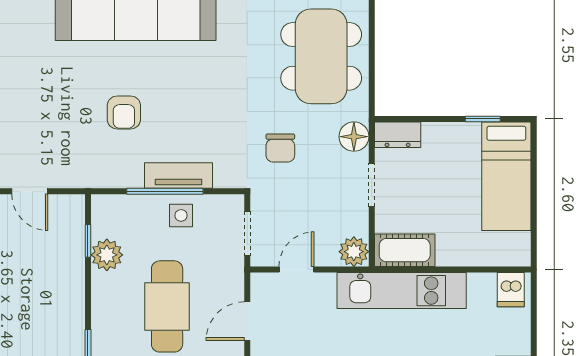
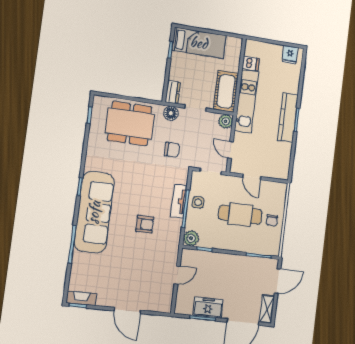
cot: (405, 250) -> (226, 91), width x1.37, depth x1.34
plant: (107, 255) -> (191, 238), moved
dishwasher: (511, 290) -> (251, 63), moved

